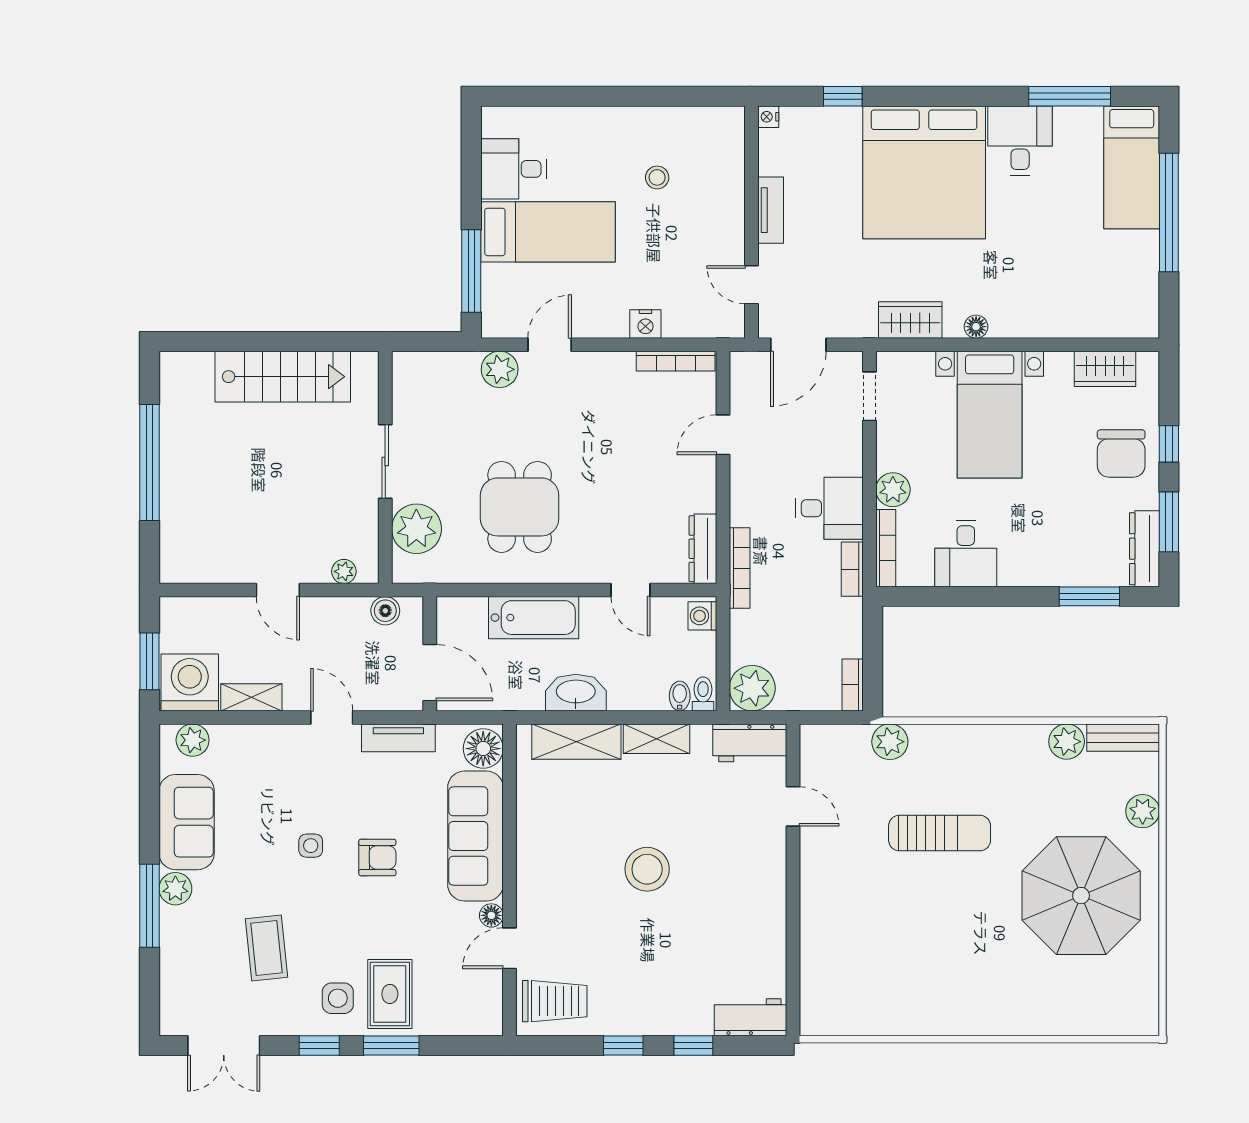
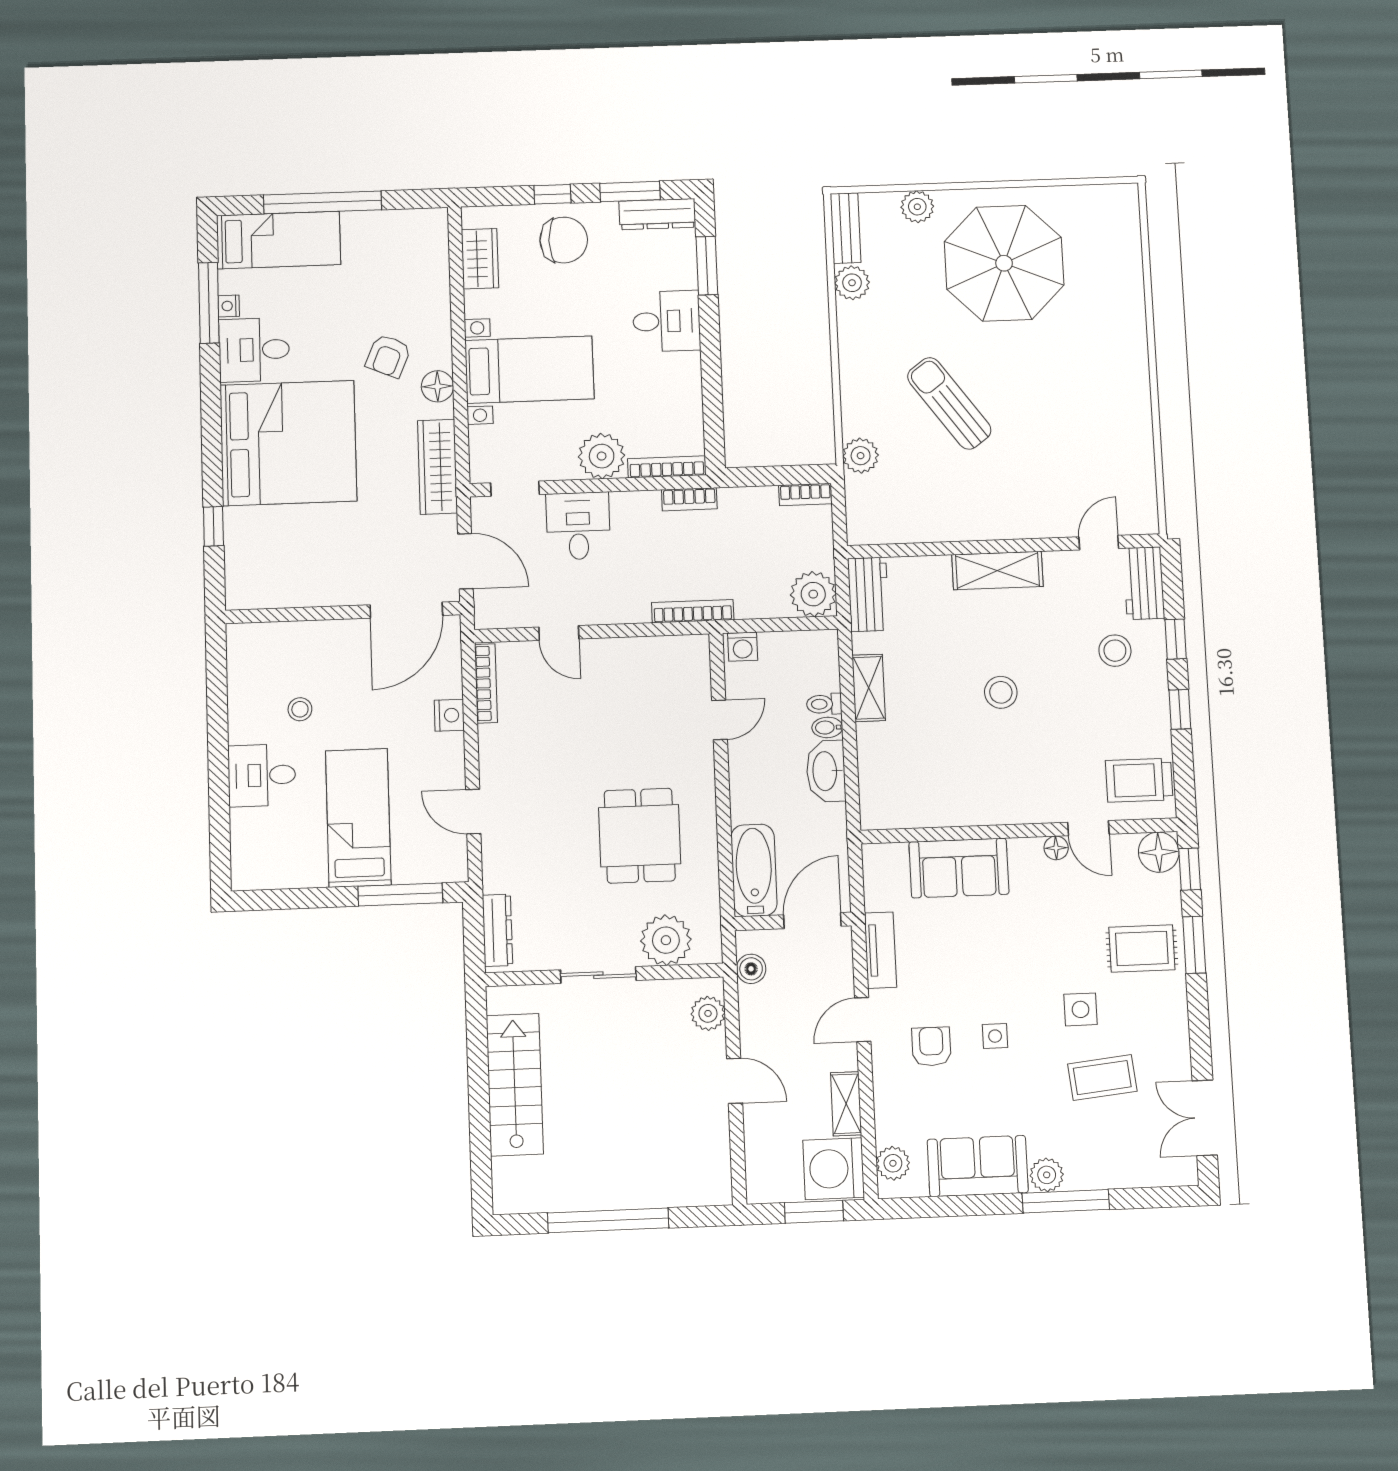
nightstand: (768, 117) -> (229, 306), moved, turned 90
desk: (514, 169) -> (262, 775), moved, turned 90
tv unit: (771, 210) -> (330, 594), removed
armchair: (1009, 274) -> (388, 356), added
door: (752, 285) -> (406, 610), width x1.88
wardrobe: (910, 320) -> (438, 467), width x1.50
floor lamp: (976, 327) -> (437, 386), width x1.37, depth x1.37
plant: (500, 369) -> (500, 861), removed
plant: (893, 490) -> (602, 456), width x1.36, depth x1.36
dining table: (520, 507) -> (640, 836), turned 90
desk: (829, 508) -> (578, 526), moved
dresser: (703, 549) -> (497, 930), moved, turned -90
desk: (966, 554) -> (666, 321), moved
plant: (344, 571) -> (708, 1013), width x1.38, depth x1.38
door: (278, 590) -> (735, 1081), hinge flipped
bathtub: (534, 618) -> (754, 870), moved
toilet: (703, 694) -> (824, 704), moved
bidet: (680, 696) -> (827, 727), moved
shelving: (576, 742) -> (997, 571), moved, turned 90
floor lamp: (483, 749) -> (1159, 852), moved
door: (793, 806) -> (1099, 543), moved
sun lounger: (940, 833) -> (949, 403), turned -36
sofa: (475, 836) -> (959, 868), width x0.73
armchair: (377, 858) -> (931, 1047), moved
stool: (647, 869) -> (1001, 692), width x0.73, depth x0.73
stool: (684, 985) -> (1115, 651), added
side table: (338, 998) -> (1081, 1009), moved
trolley: (555, 1001) -> (1139, 780), turned -90
double door: (224, 1046) -> (1205, 1118), swing flipped
window: (319, 1046) -> (1190, 869), moved

